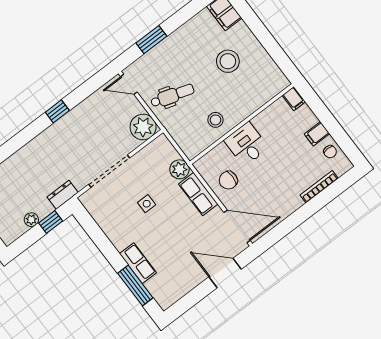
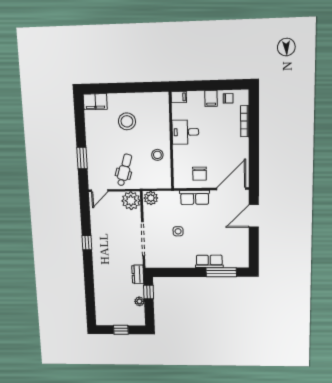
desk: (246, 144) -> (185, 132), moved
plant: (179, 169) -> (151, 198), moved

